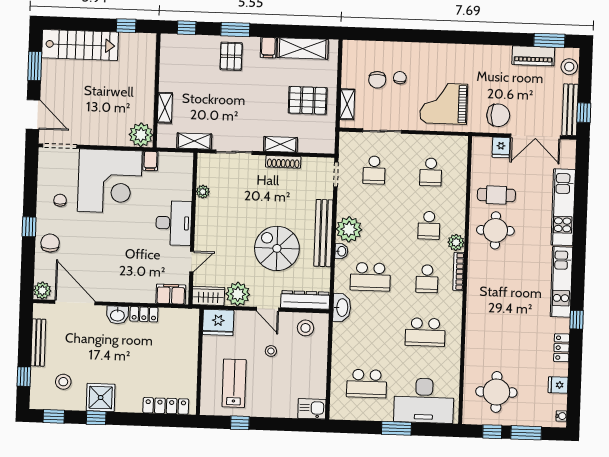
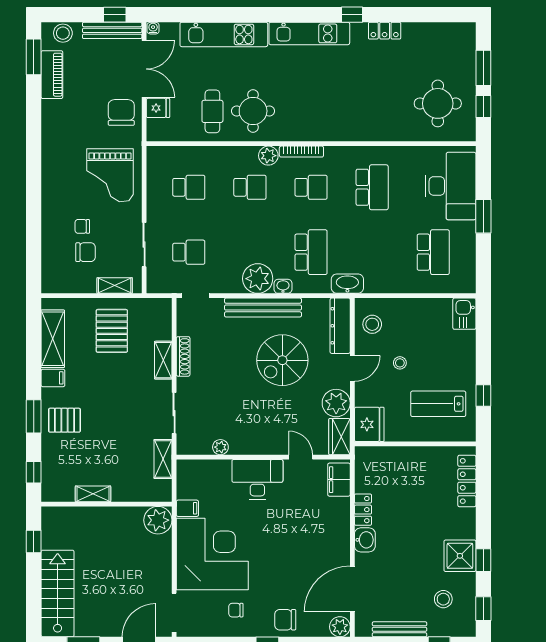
shelving: (165, 108) -> (93, 494), moved
fridge: (558, 385) -> (427, 33), removed
water cooler: (561, 416) -> (153, 28), moved

